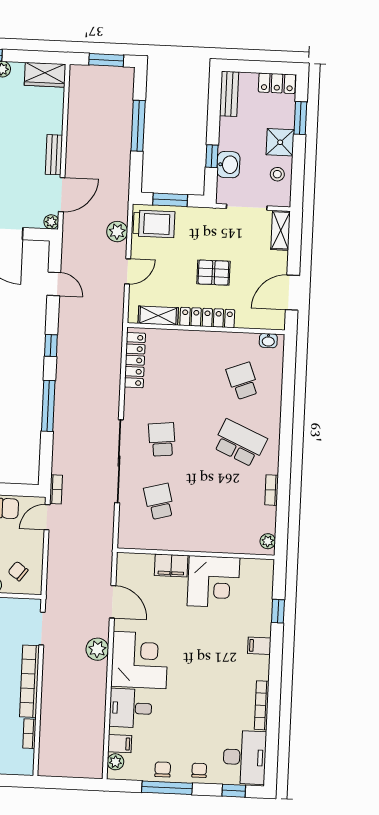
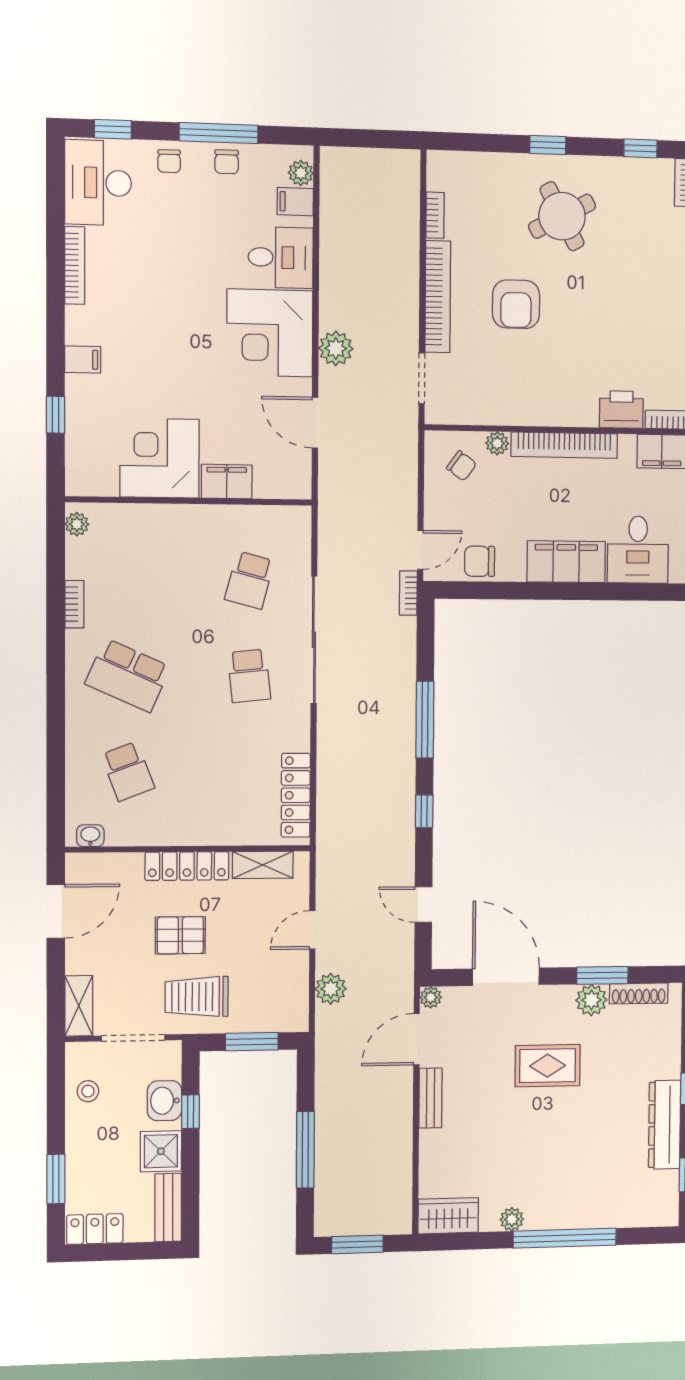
shower: (280, 142) -> (161, 1151), moved
trolley: (154, 224) -> (197, 997), moved
school desk: (159, 501) -> (249, 580), turned 30

